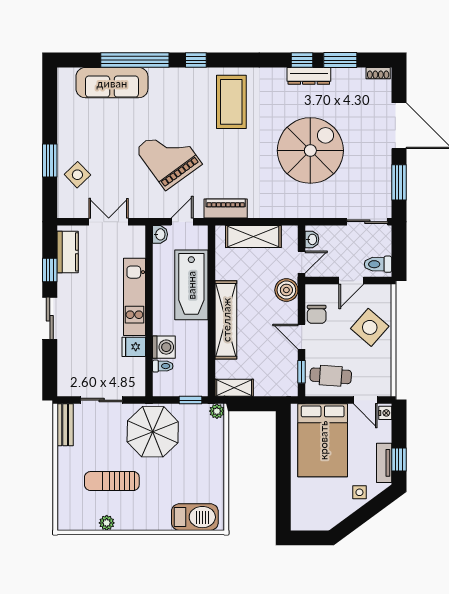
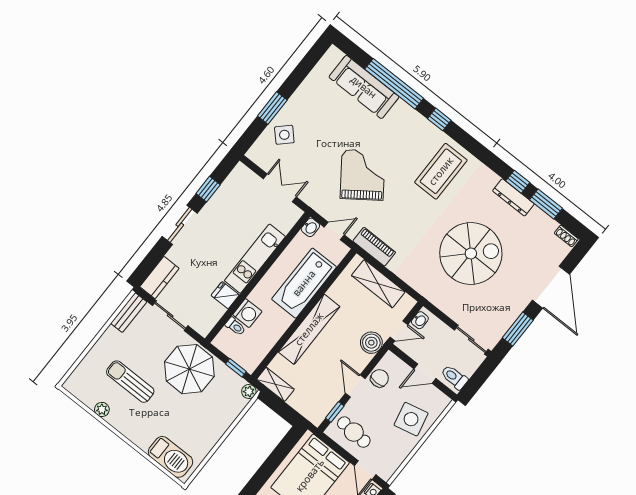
kitchen counter: (68, 252) -> (159, 278), moved
chair: (317, 314) -> (379, 378), turned 180
side table: (370, 327) -> (411, 419), turned 36

